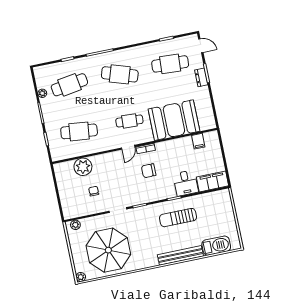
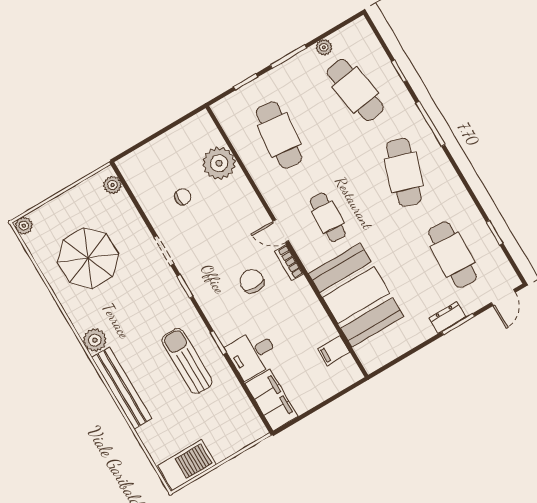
barbecue: (216, 246) -> (187, 465), moved, turned -90
parasol: (108, 250) -> (88, 258), width x0.73, depth x0.73
plant: (151, 261) -> (95, 340), added

